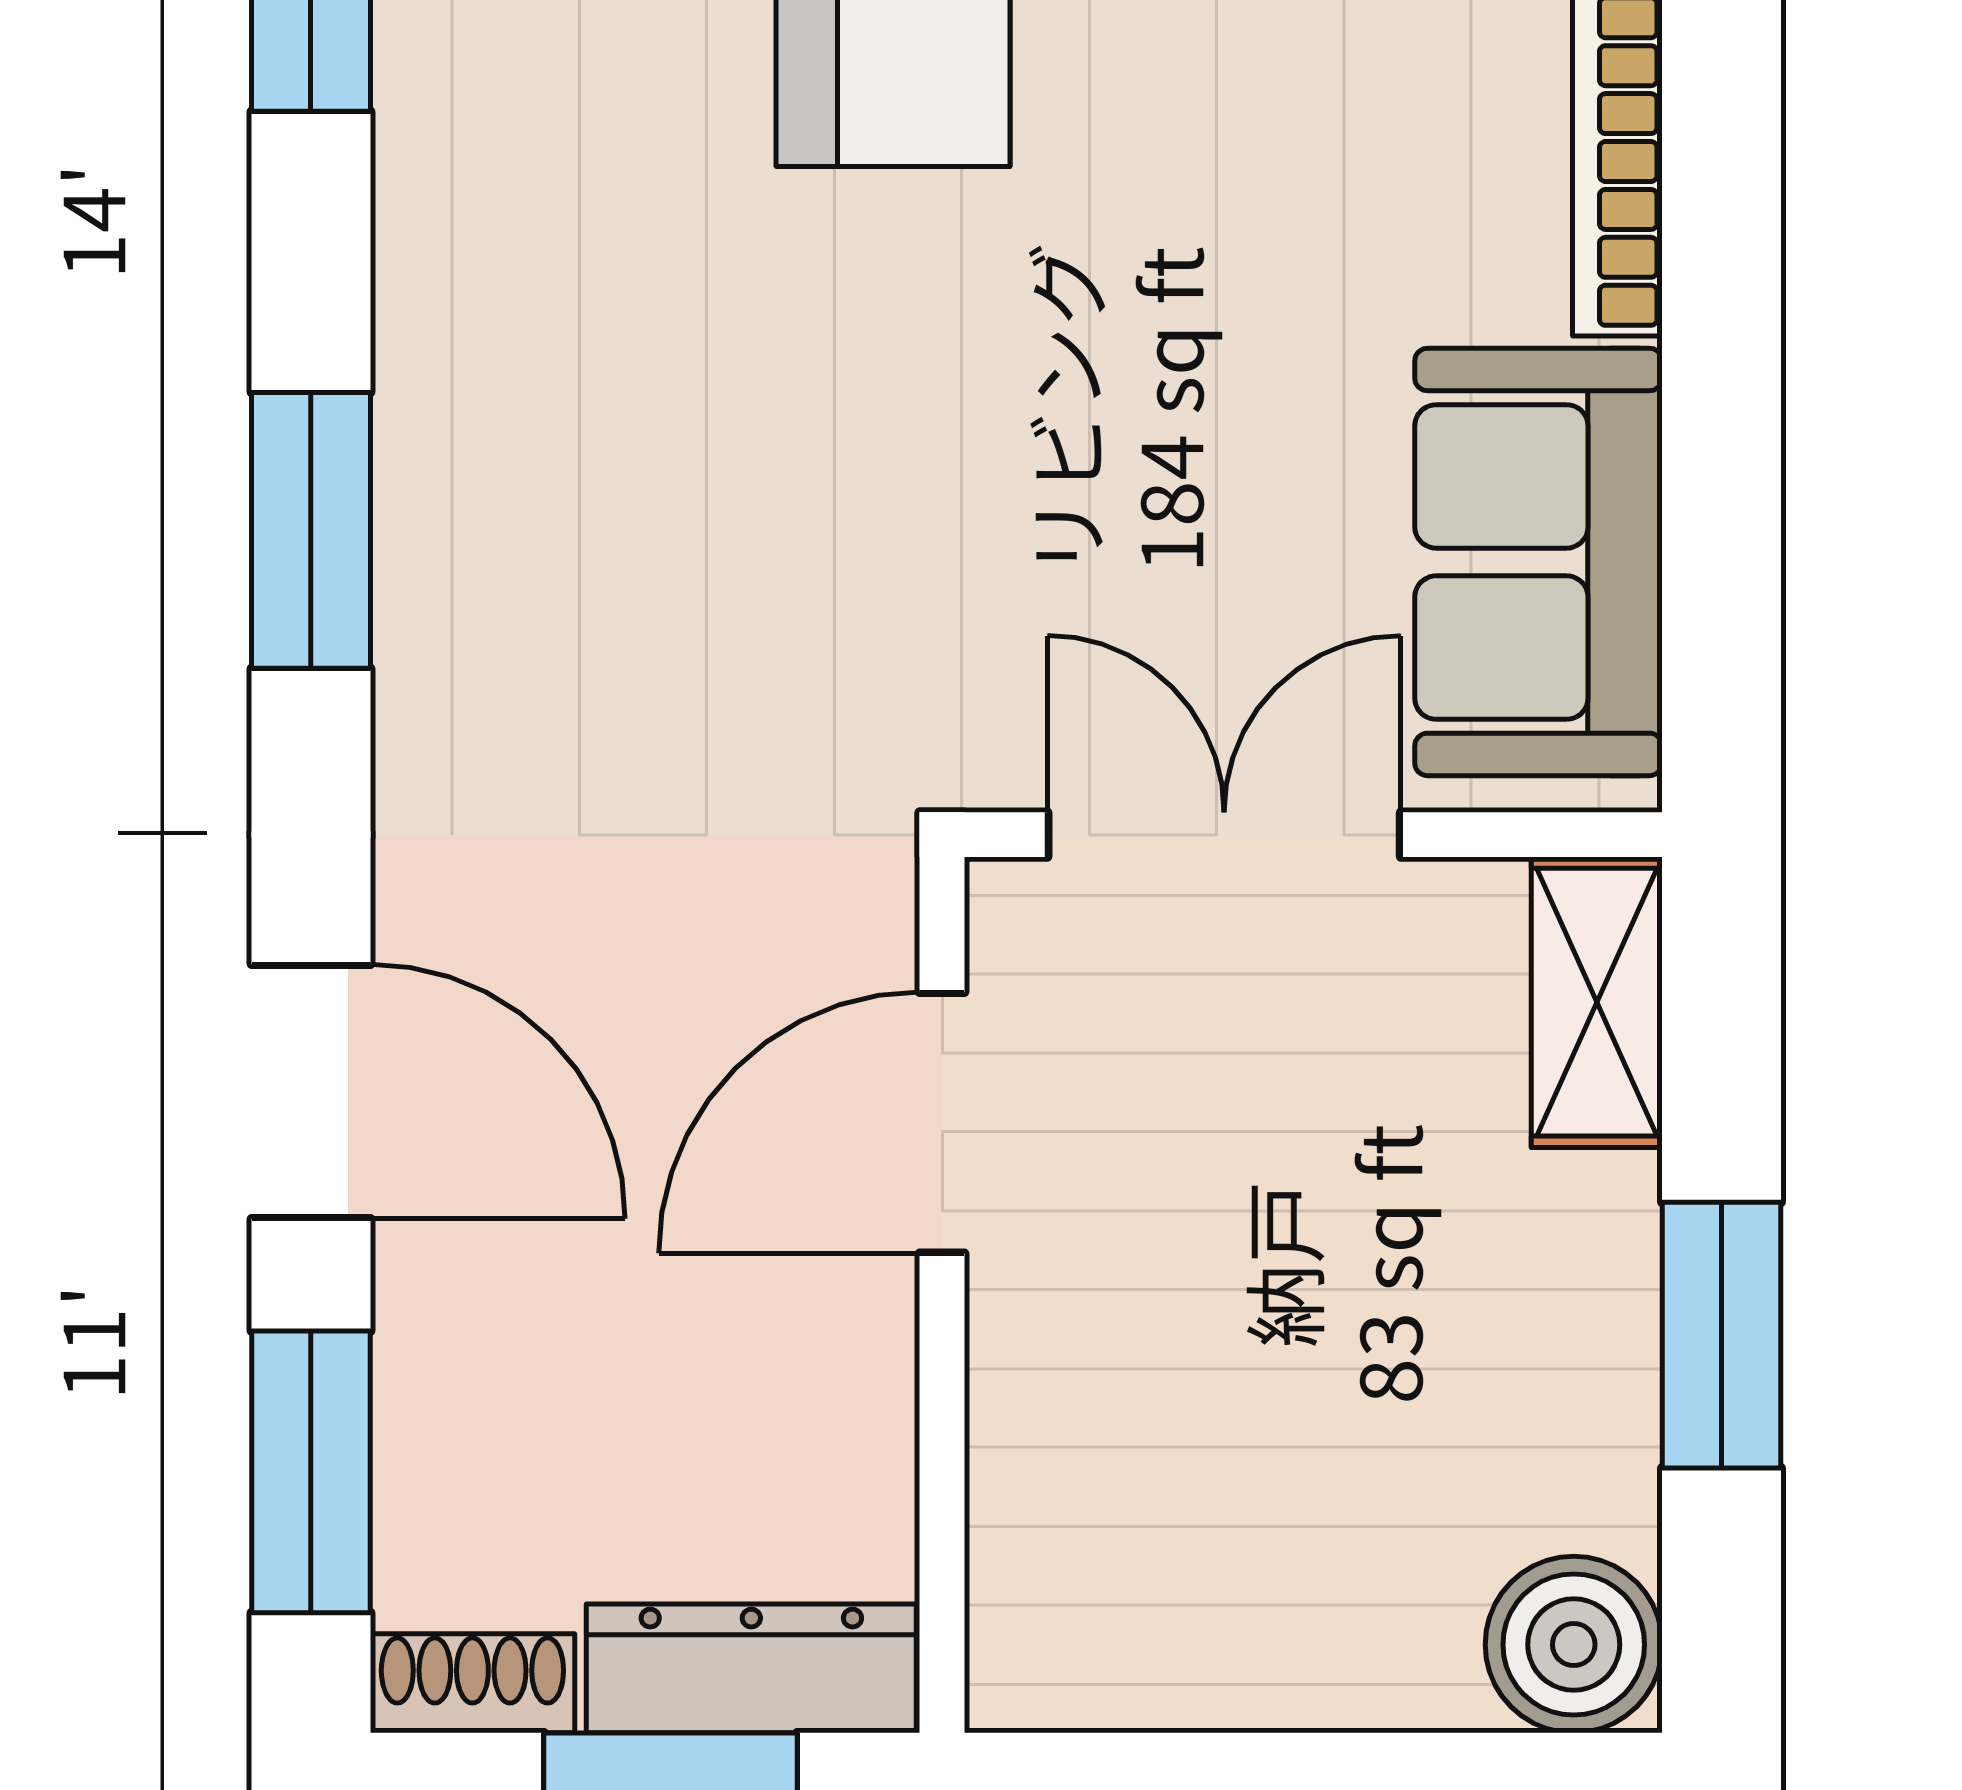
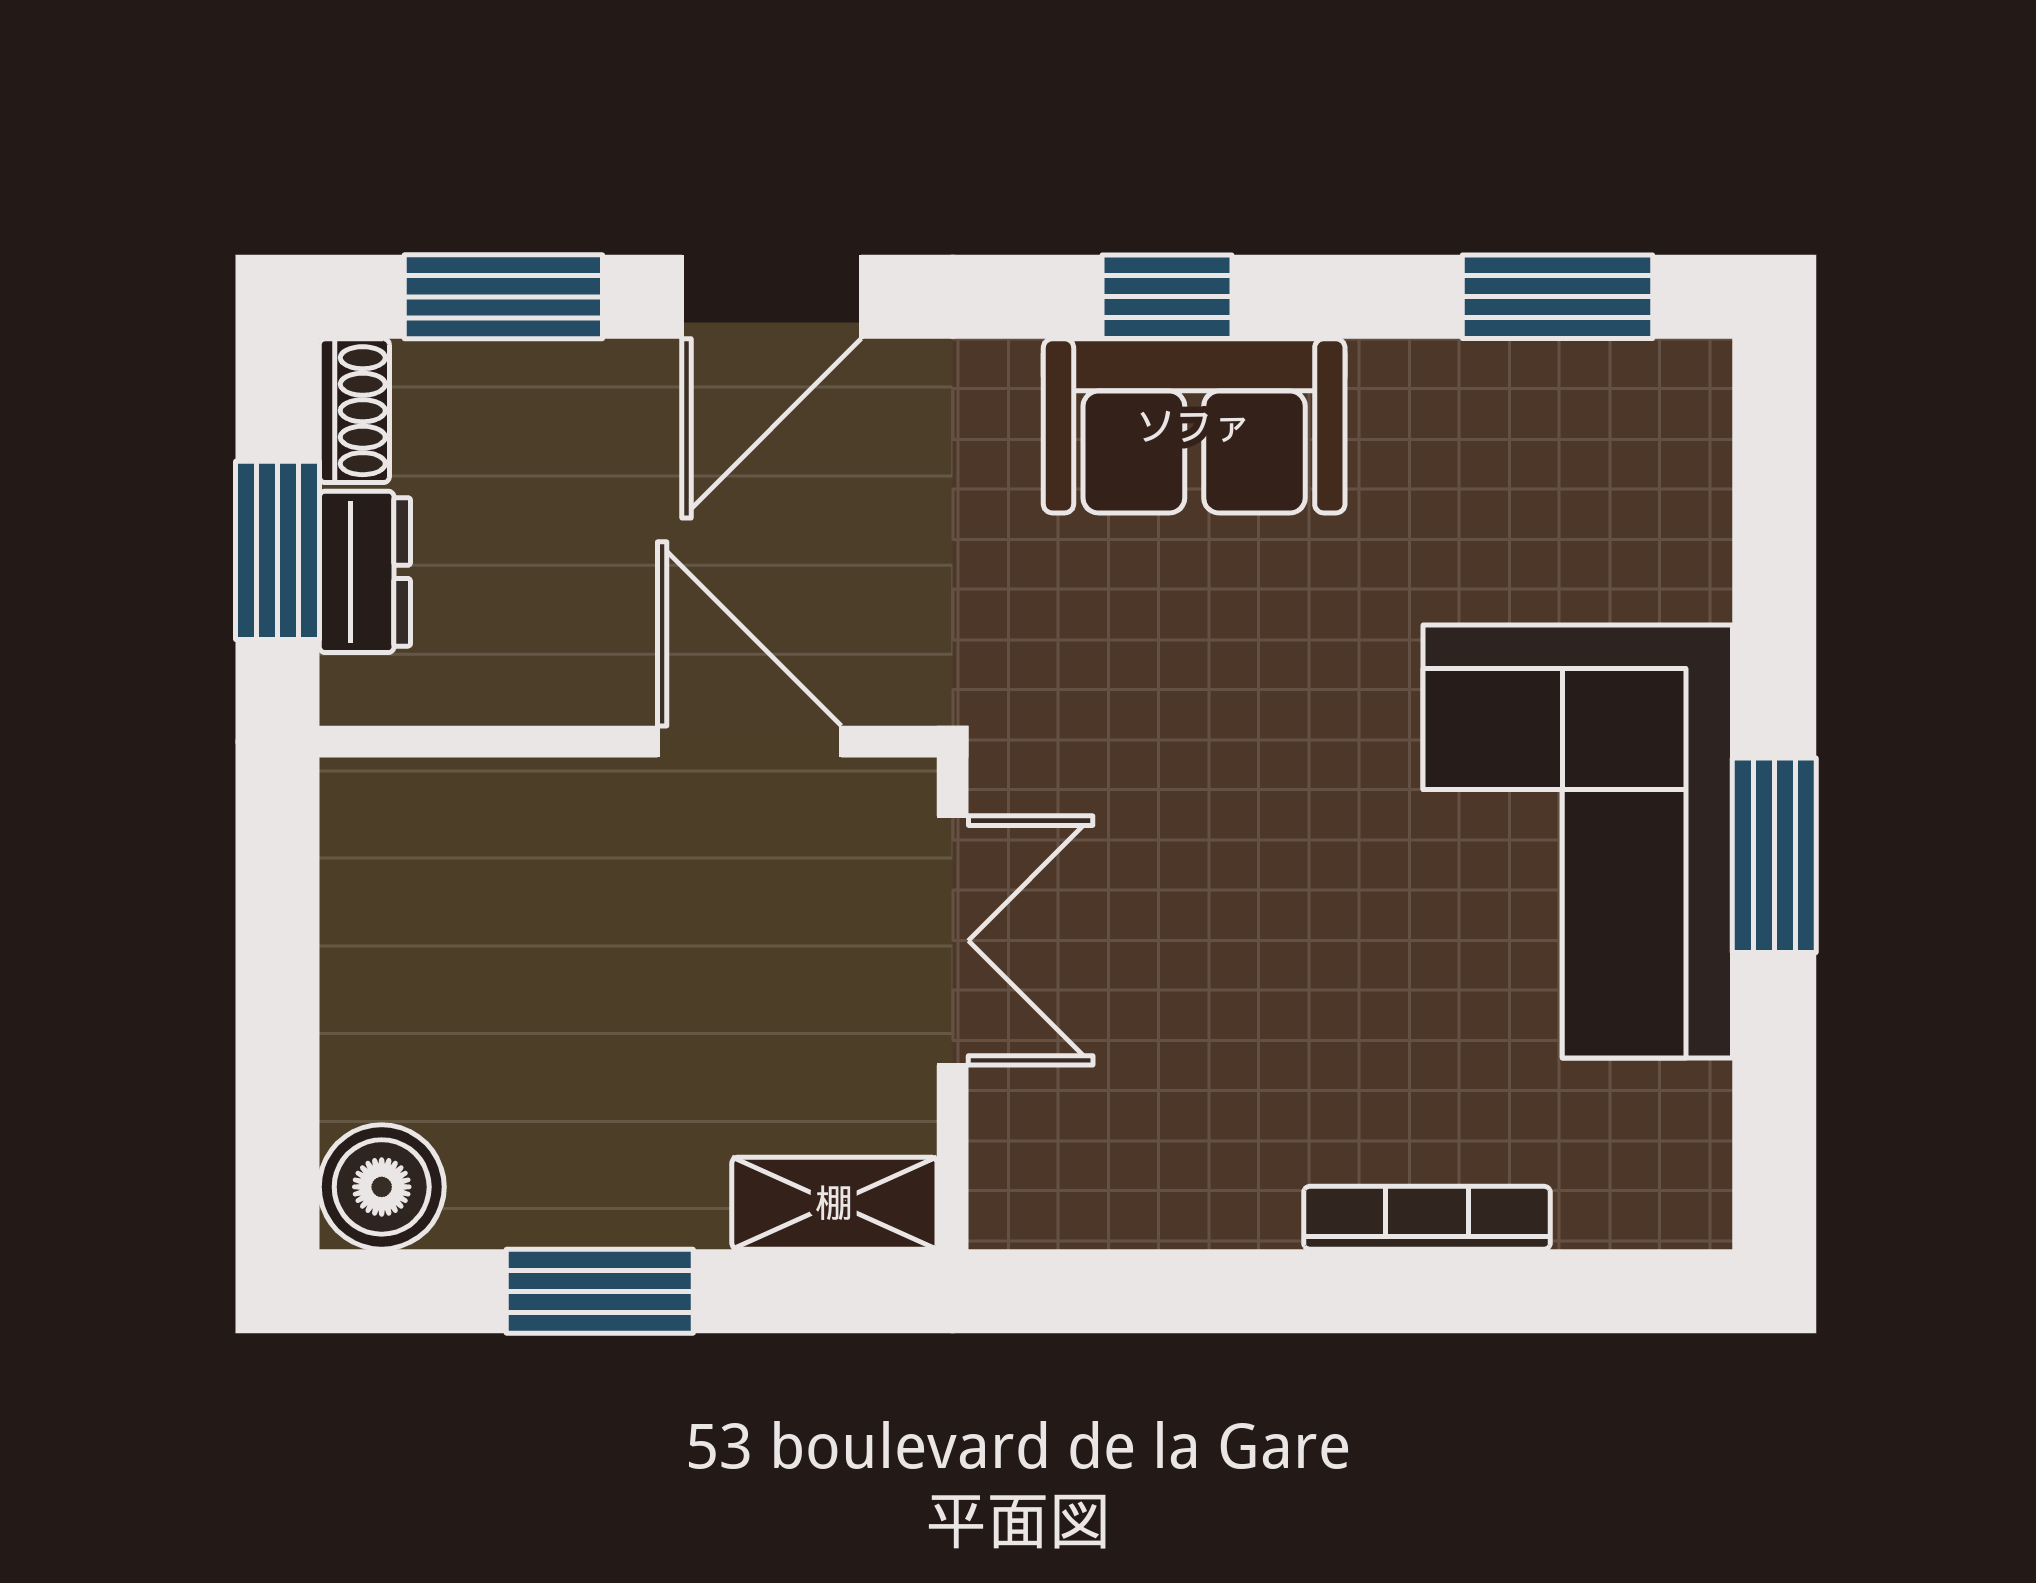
window: (311, 530) -> (1167, 297), width x0.67
sofa: (1539, 562) -> (1194, 426), moved, turned 180
dresser: (751, 1668) -> (365, 572), width x0.70

